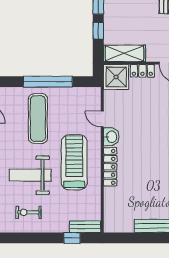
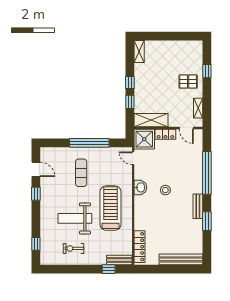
exercise mat: (38, 119) -> (81, 173), width x0.73, depth x0.69
door: (102, 119) -> (133, 158), moved
stool: (142, 140) -> (165, 190), added
locker: (110, 167) -> (139, 247), moved

